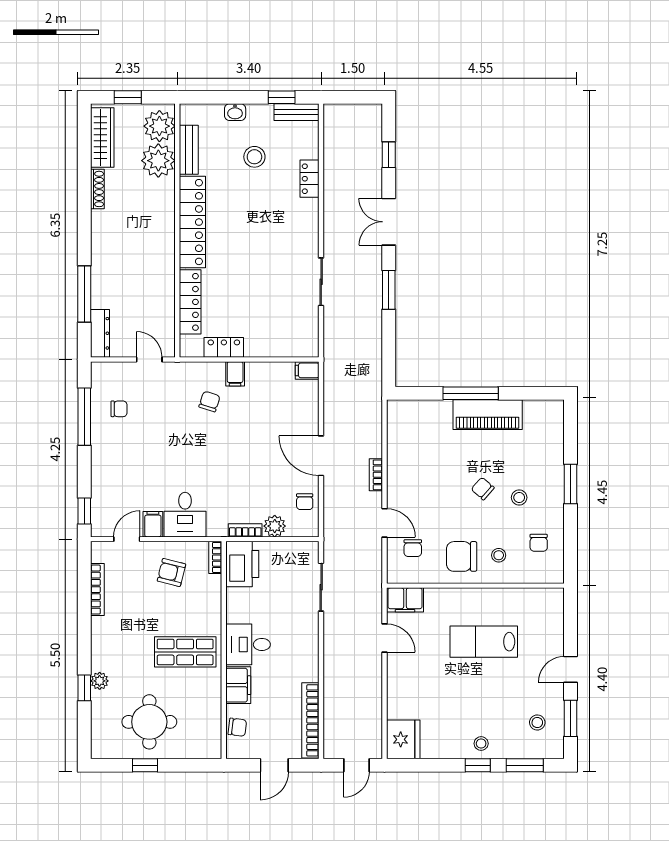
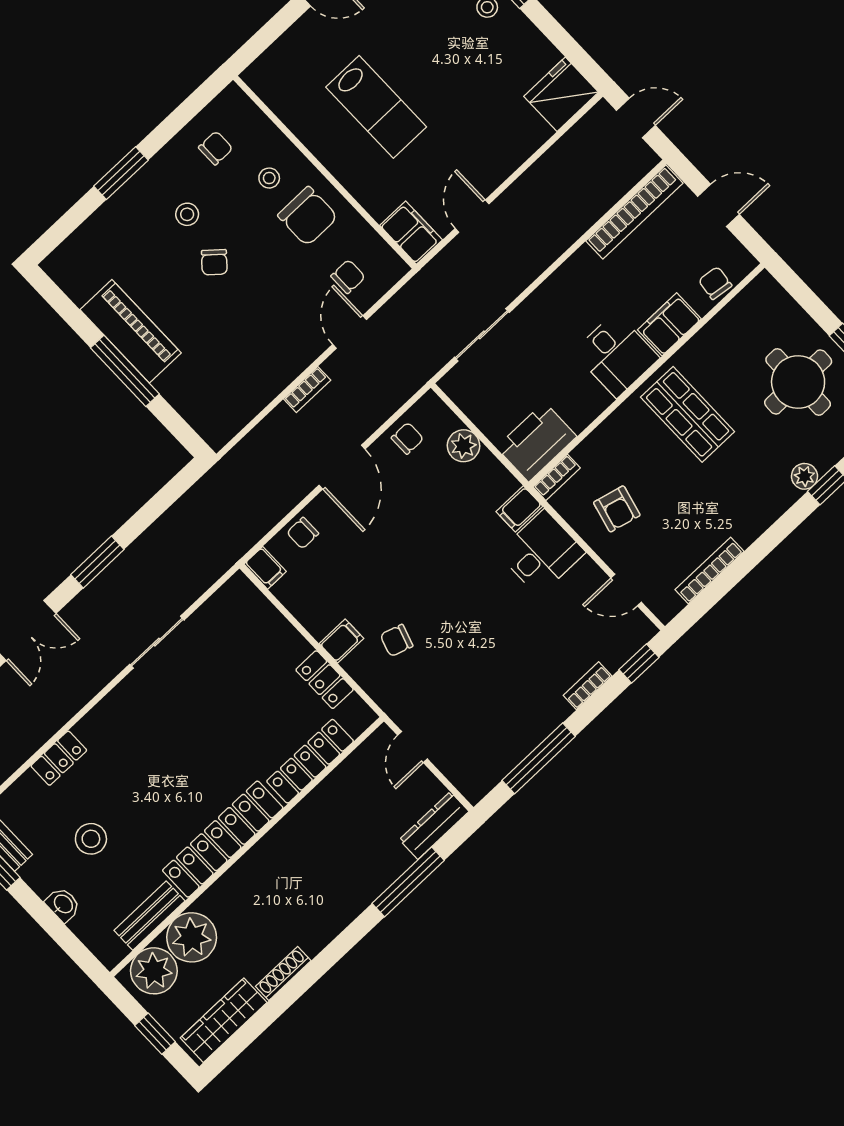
chair: (119, 409) -> (303, 533), moved, turned -90
filing cabinet: (153, 524) -> (519, 509), moved
bookcase: (245, 530) -> (588, 686), moved, turned 90

